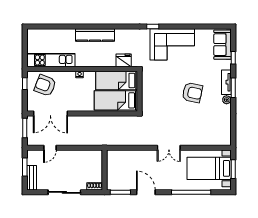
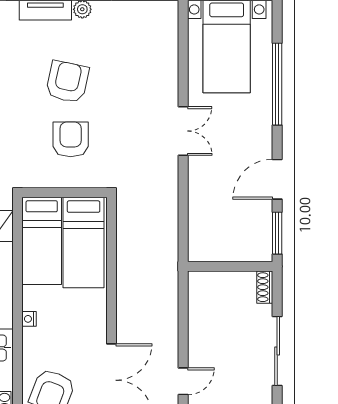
armchair: (165, 94) -> (71, 139), added
door: (50, 148) -> (183, 381), hinge flipped

